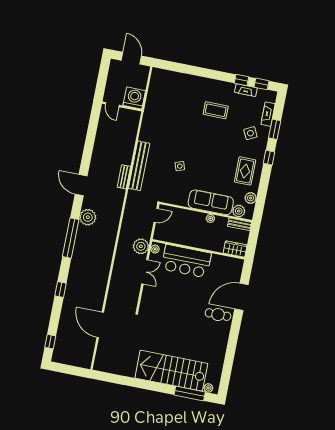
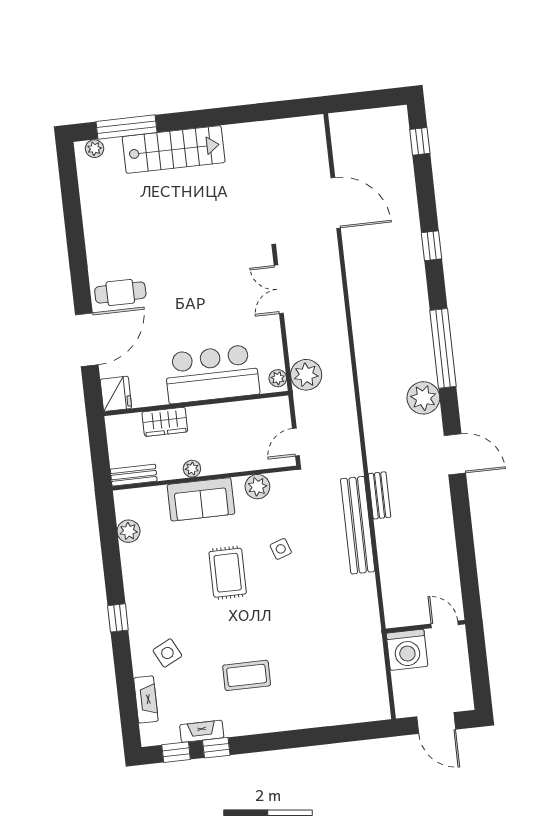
window: (275, 129) -> (124, 675), removed
rug: (245, 171) -> (228, 573), moved
sofa: (211, 202) -> (201, 499), width x0.73
plant: (239, 211) -> (257, 487), moved
wardrobe: (235, 249) -> (165, 422), moved
fridge: (236, 266) -> (116, 394), added
double door: (145, 272) -> (279, 289), moved
stairs: (171, 371) -> (174, 150), width x0.73, depth x0.66

